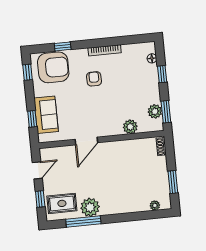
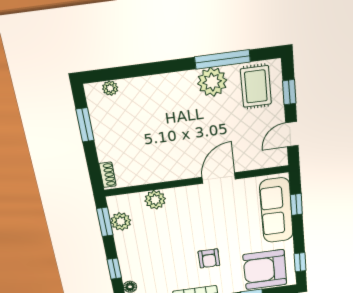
sofa: (46, 115) -> (276, 210), width x1.36
rug: (62, 203) -> (256, 87), turned 90

